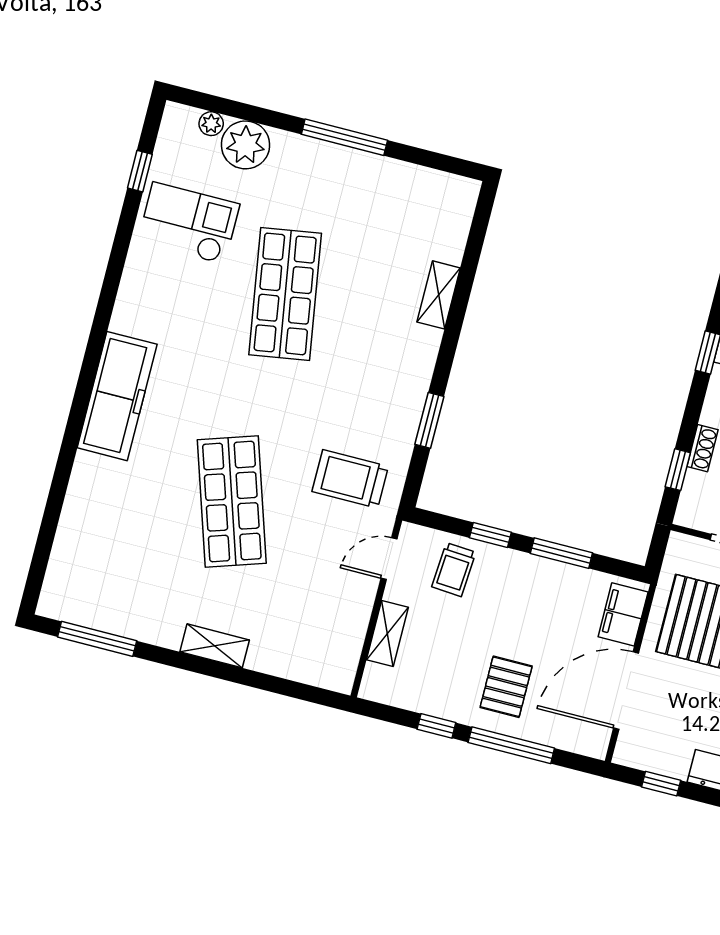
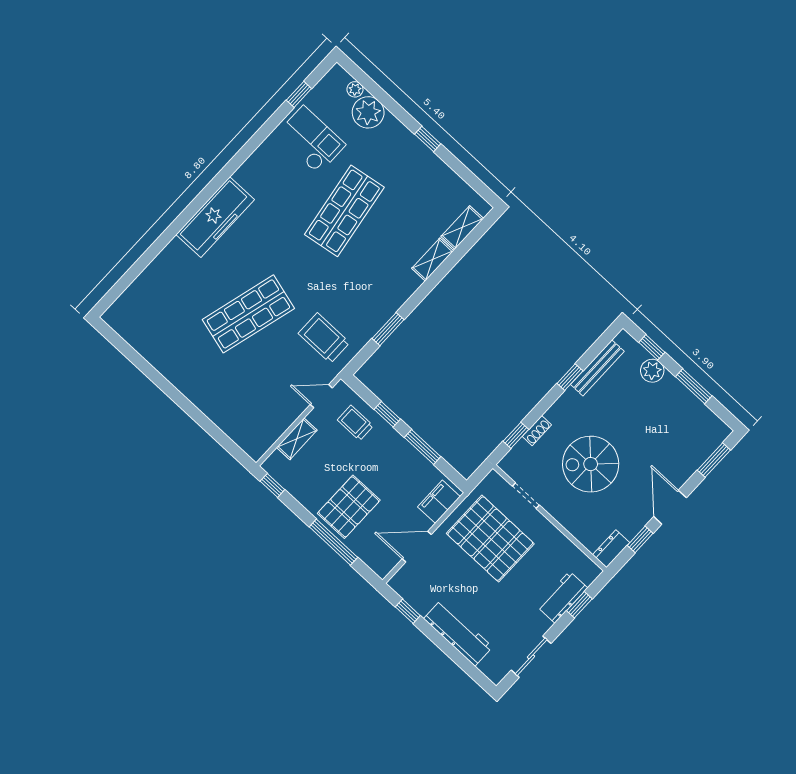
window: (344, 137) -> (428, 139), width x0.46
shop shelf: (232, 502) -> (248, 314), turned 33
trolley: (454, 570) -> (355, 423), turned 86
window: (97, 639) -> (128, 351), removed
shelving: (215, 646) -> (462, 227), moved, turned 90
pallet: (506, 687) -> (349, 507), width x1.50, depth x1.42
door: (626, 691) -> (417, 547), width x0.73
window: (436, 726) -> (272, 485), moved

